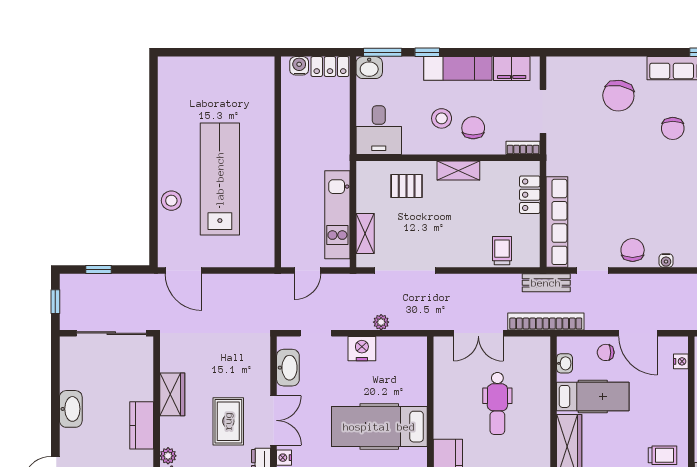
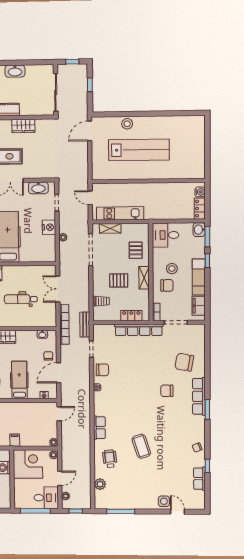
pallet: (463, 218) -> (119, 280), added
row of seats: (557, 222) -> (139, 330), moved
hospital bed: (593, 396) -> (19, 380), moved, turned 180

